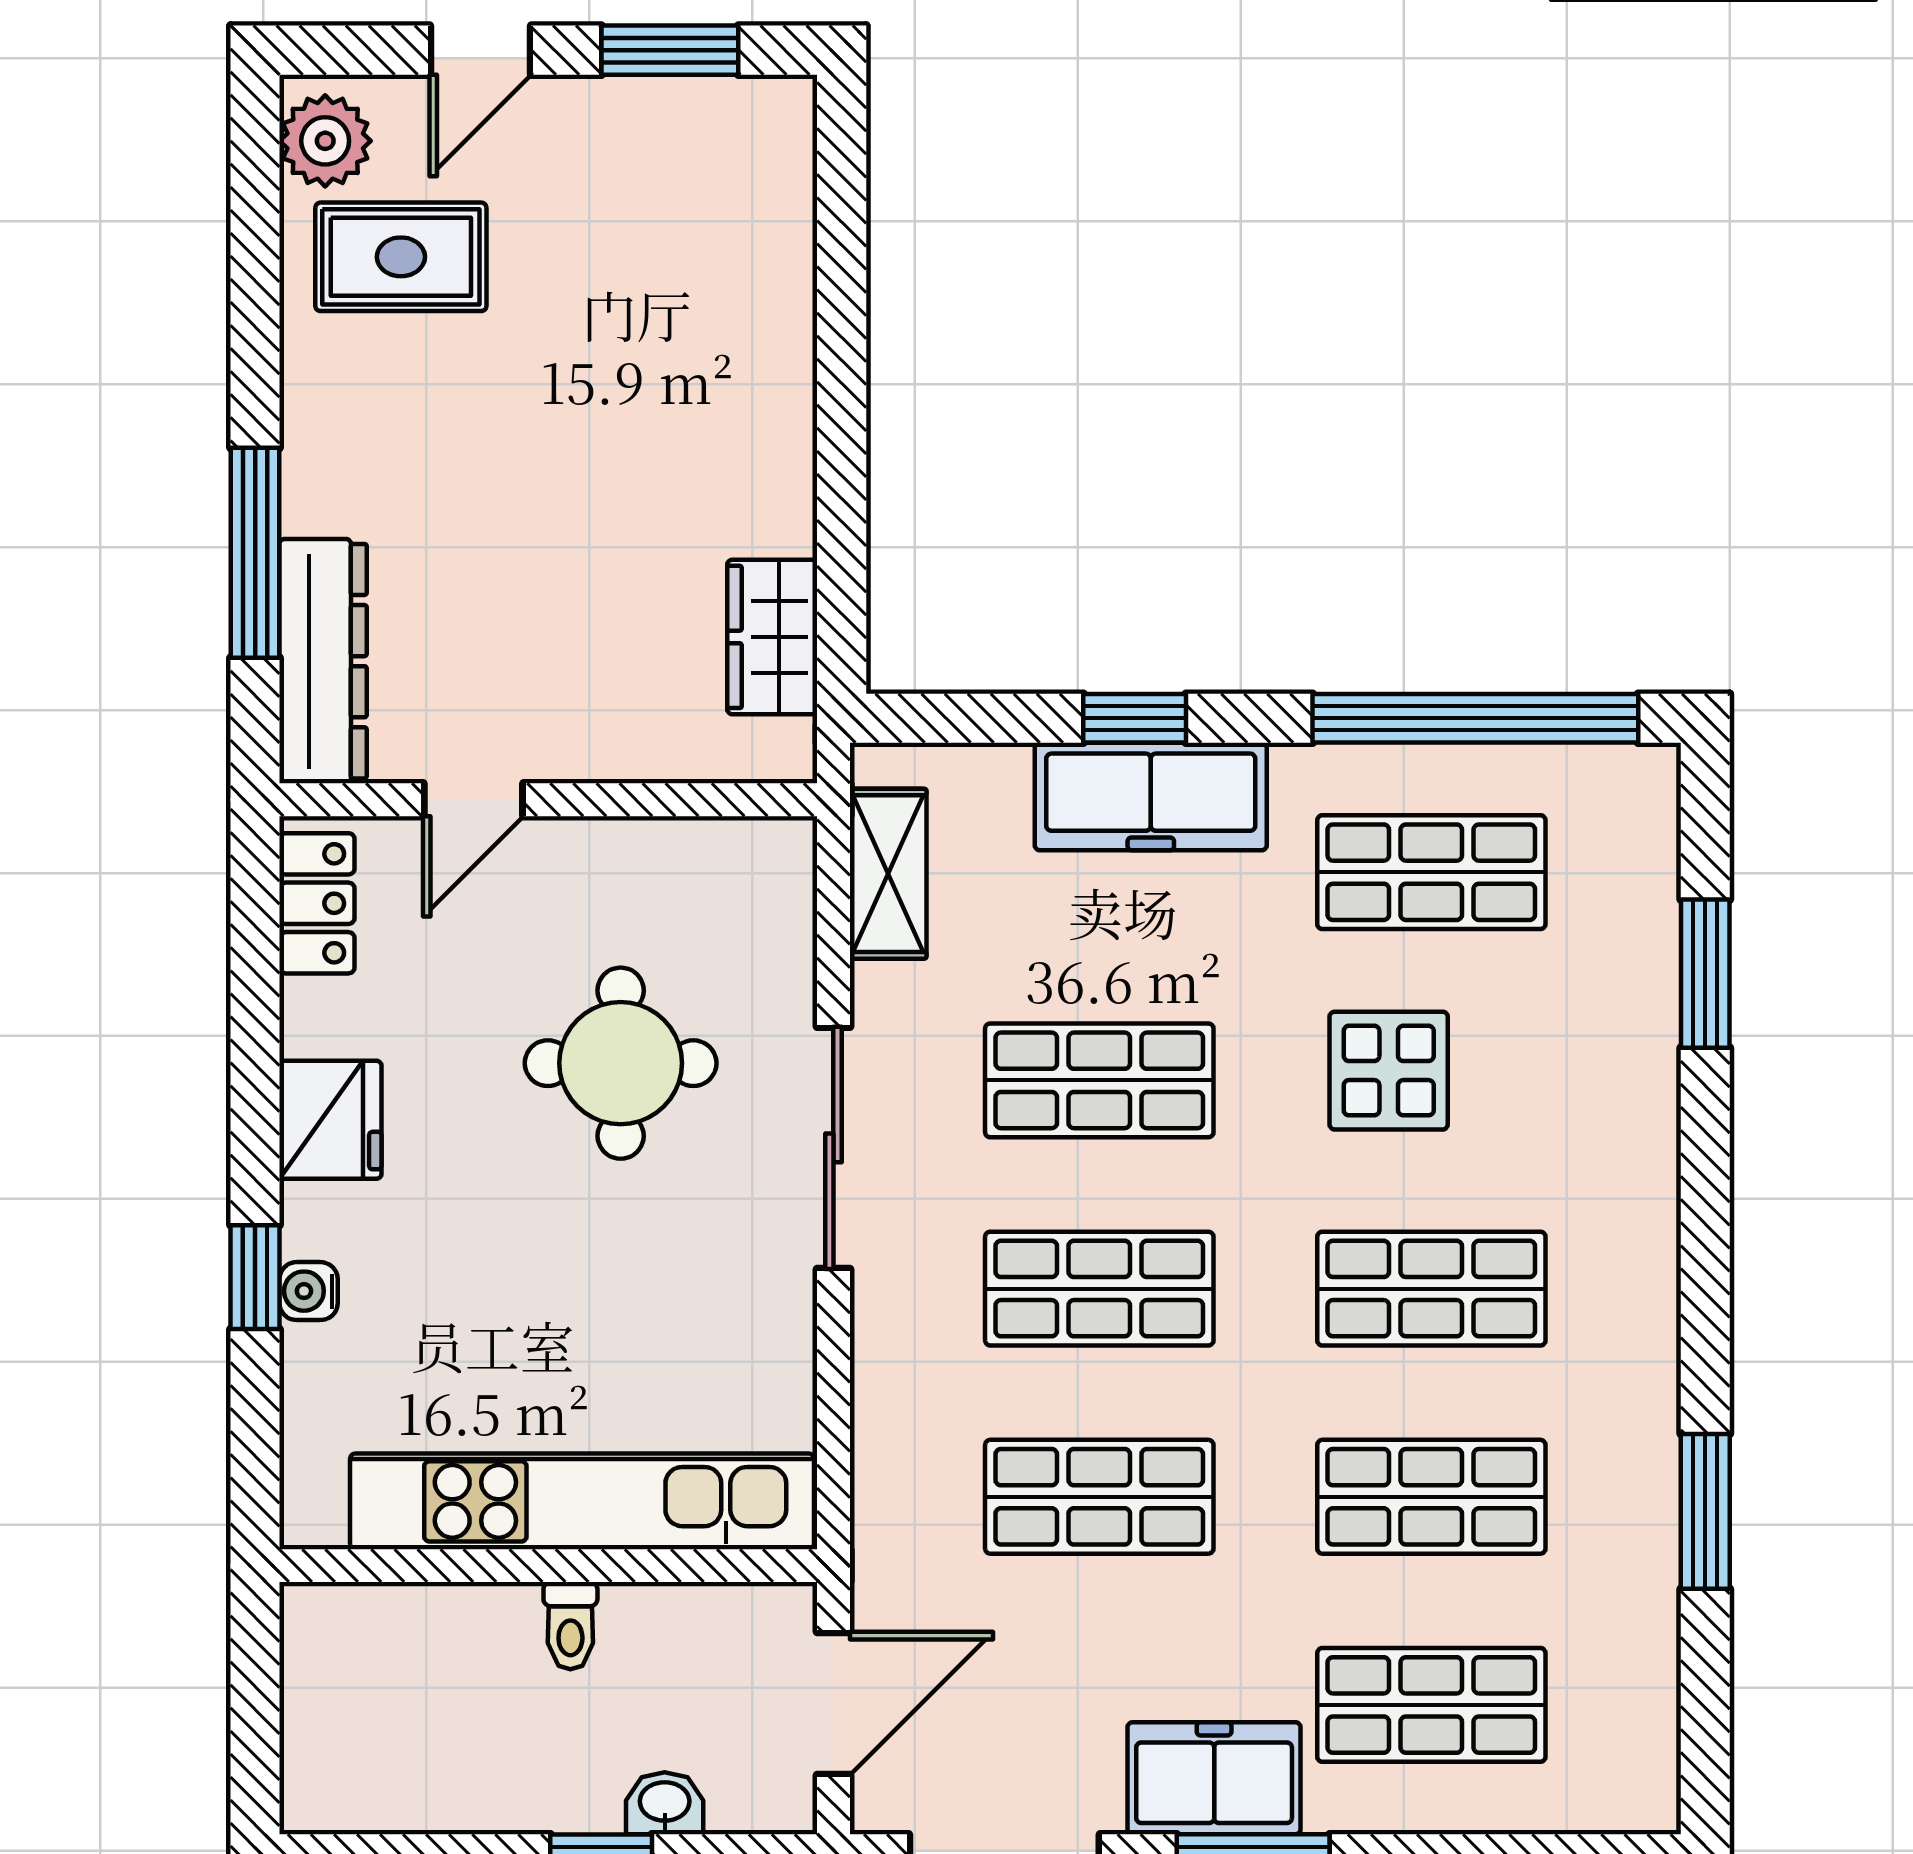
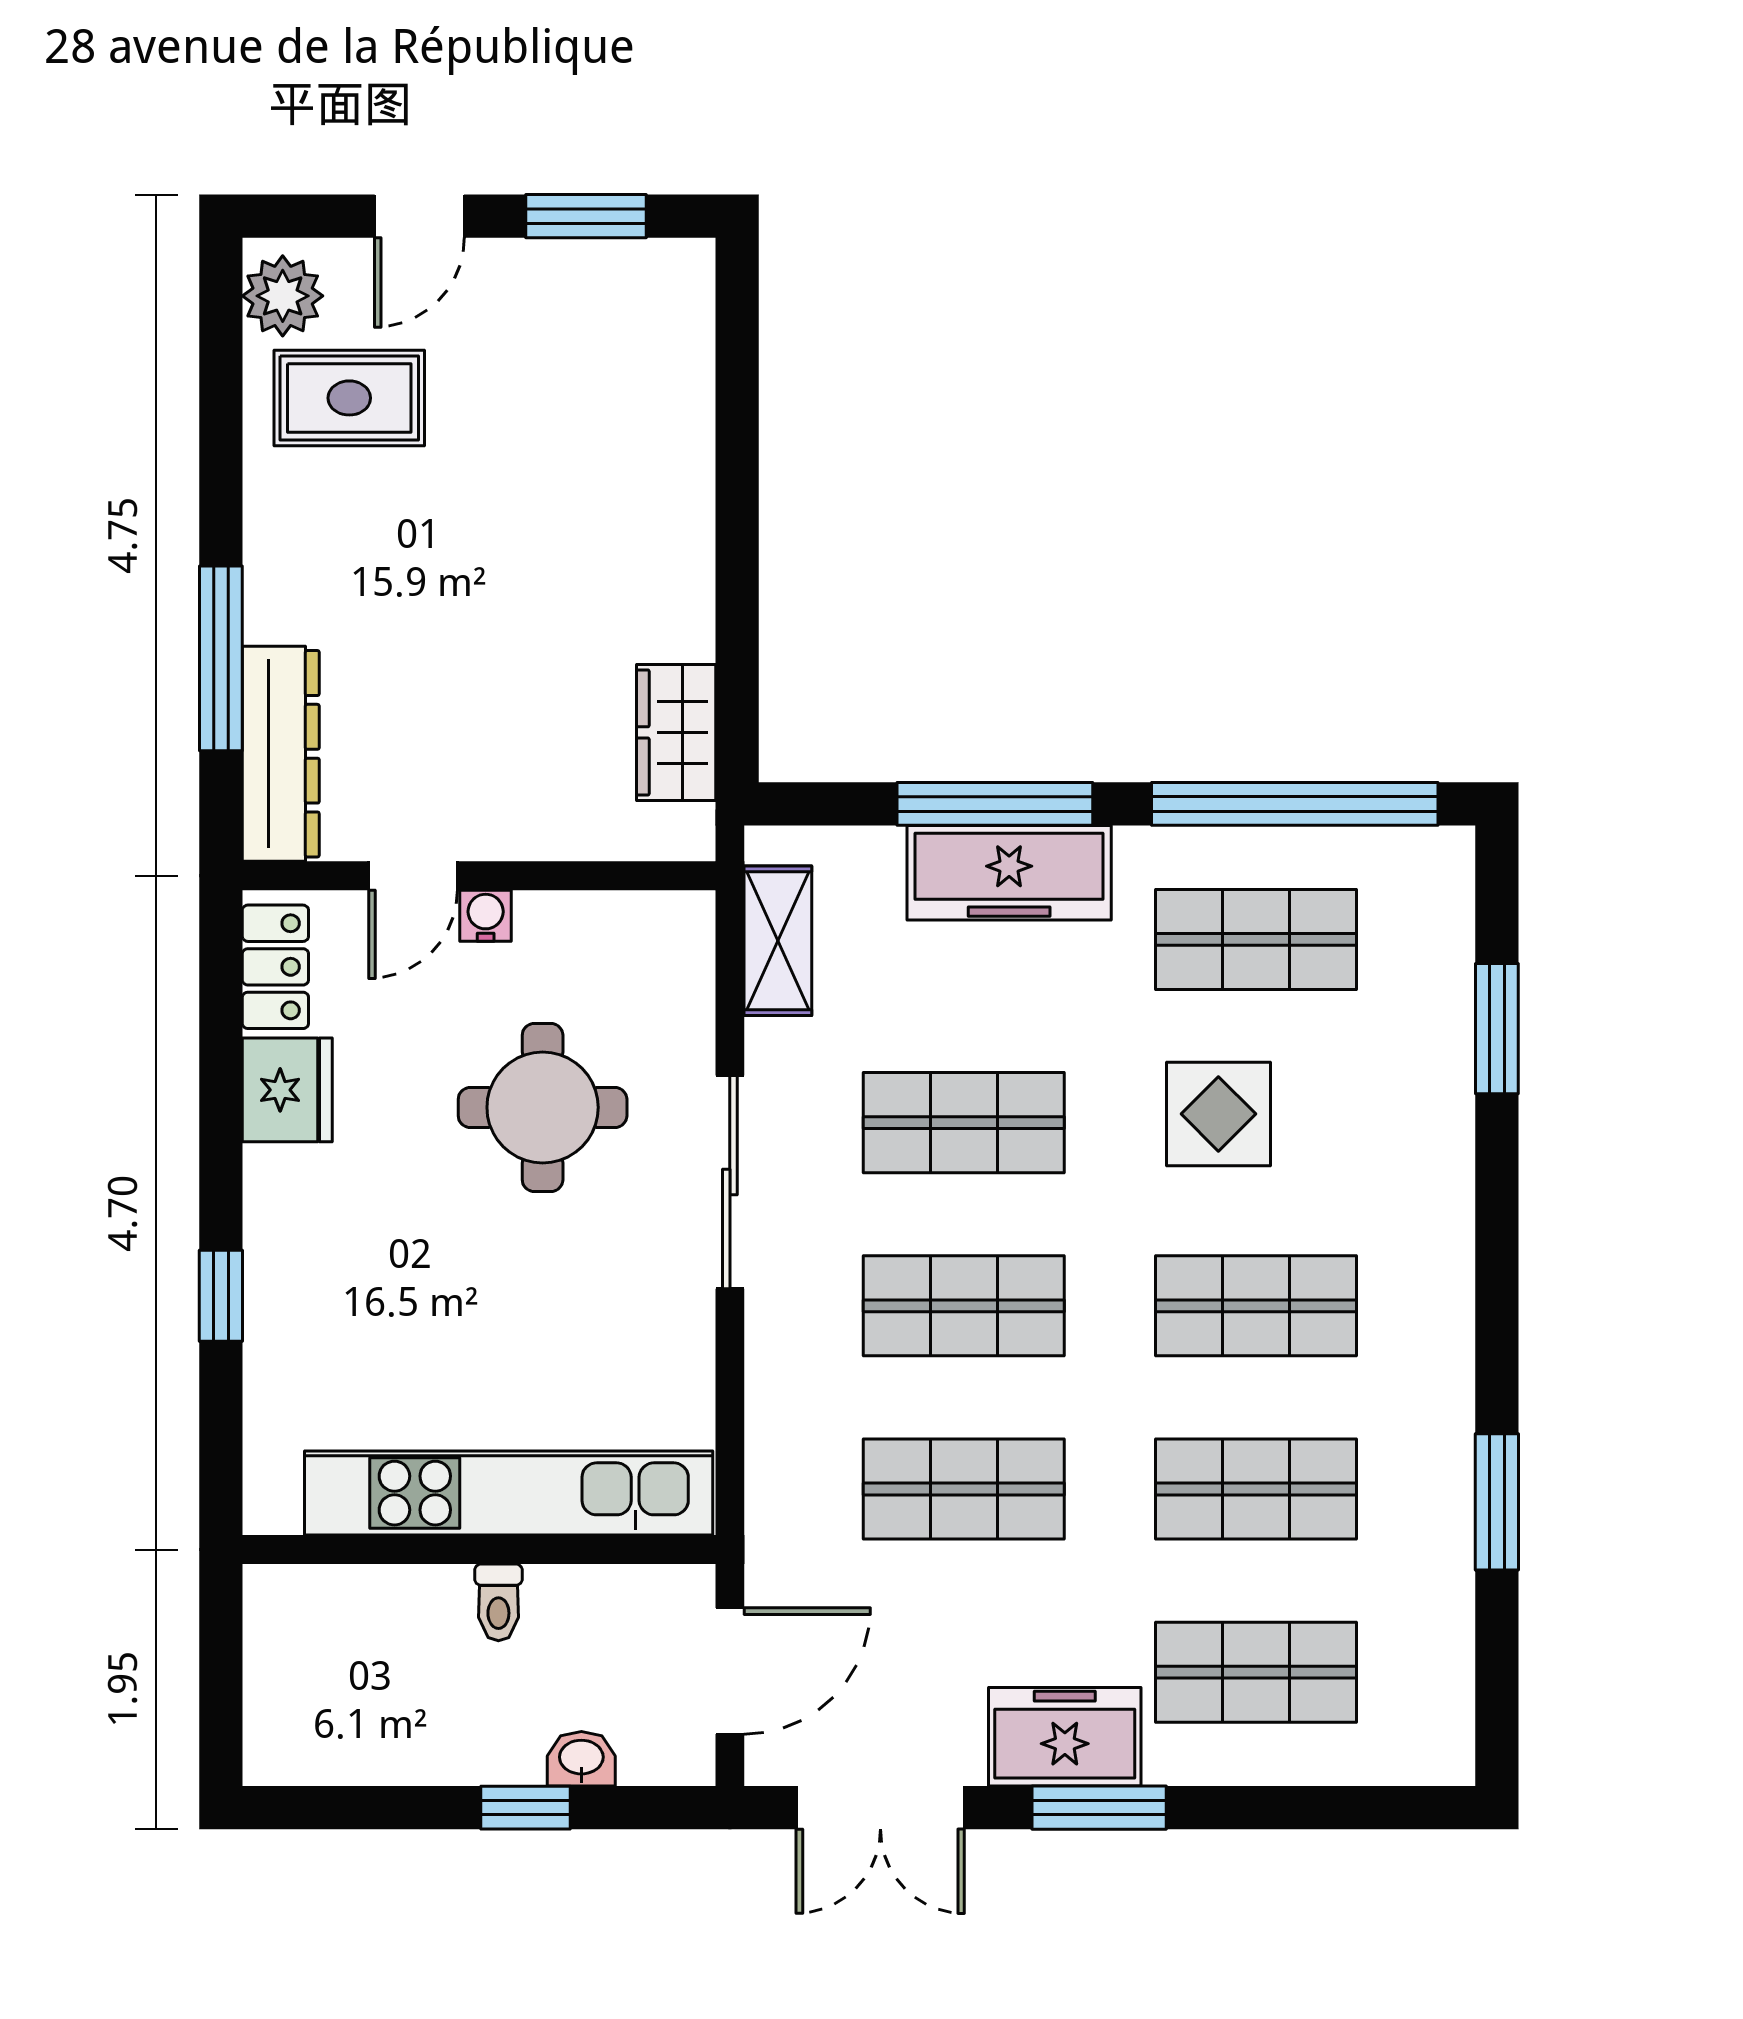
window: (1135, 718) -> (995, 804), width x2.17
fridge: (330, 1120) -> (287, 1090), moved
water cooler: (309, 1291) -> (486, 916), moved, turned 90

